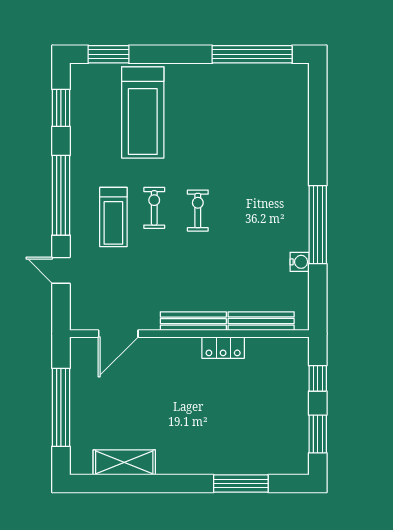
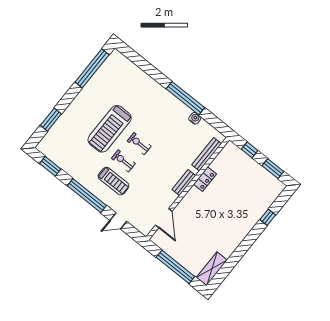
window: (108, 54) -> (51, 120), moved
treadmill: (143, 112) -> (110, 129), moved, turned 90
bench: (193, 321) -> (184, 183), width x0.73
shelving: (124, 462) -> (212, 269), moved
window: (241, 484) -> (268, 217), width x0.46

